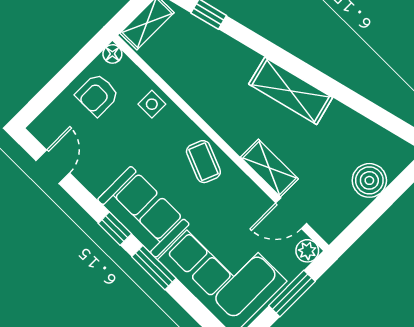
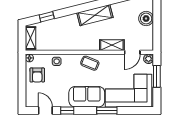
window: (115, 229) -> (67, 110), moved

